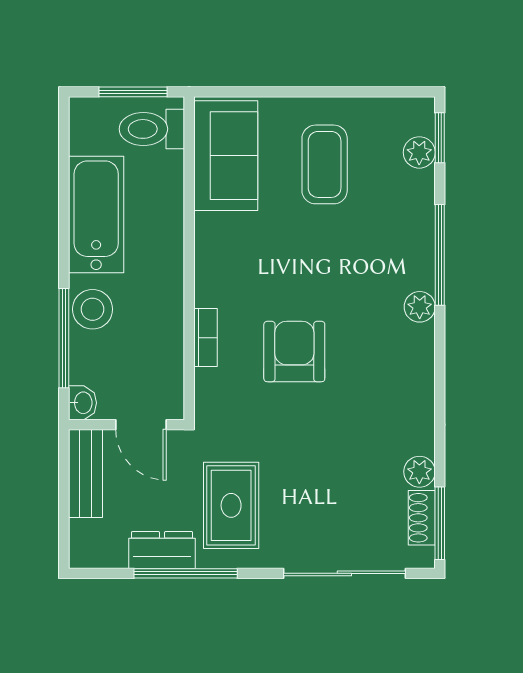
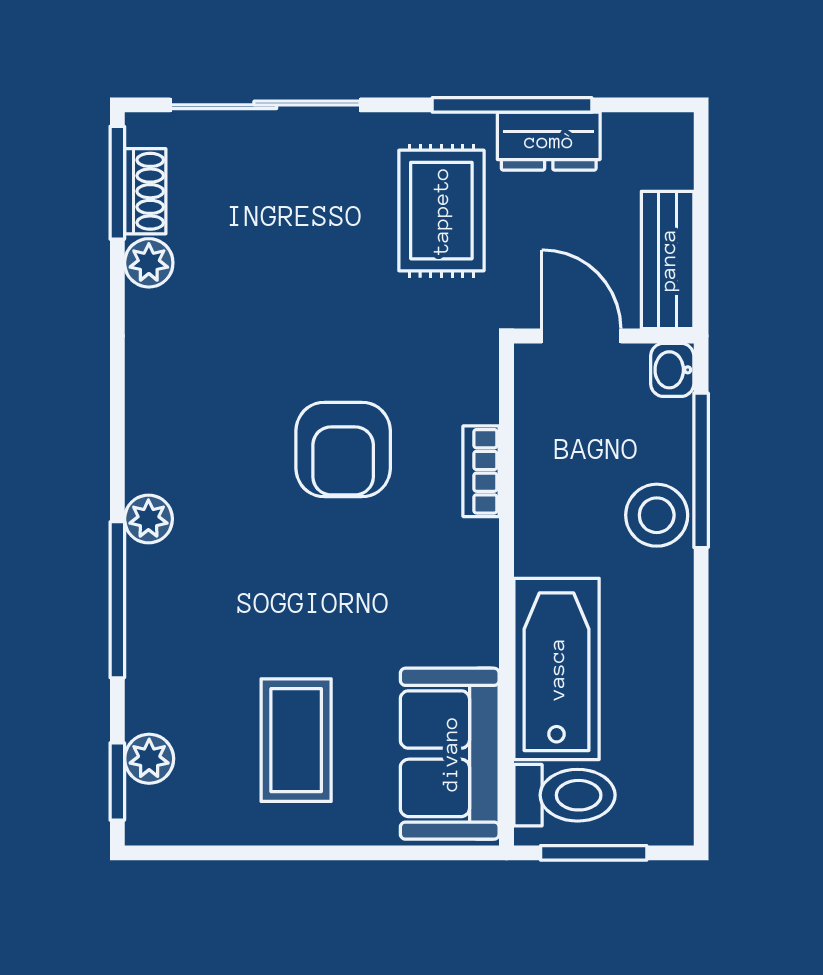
bathtub: (96, 215) -> (557, 669), moved, turned 180

